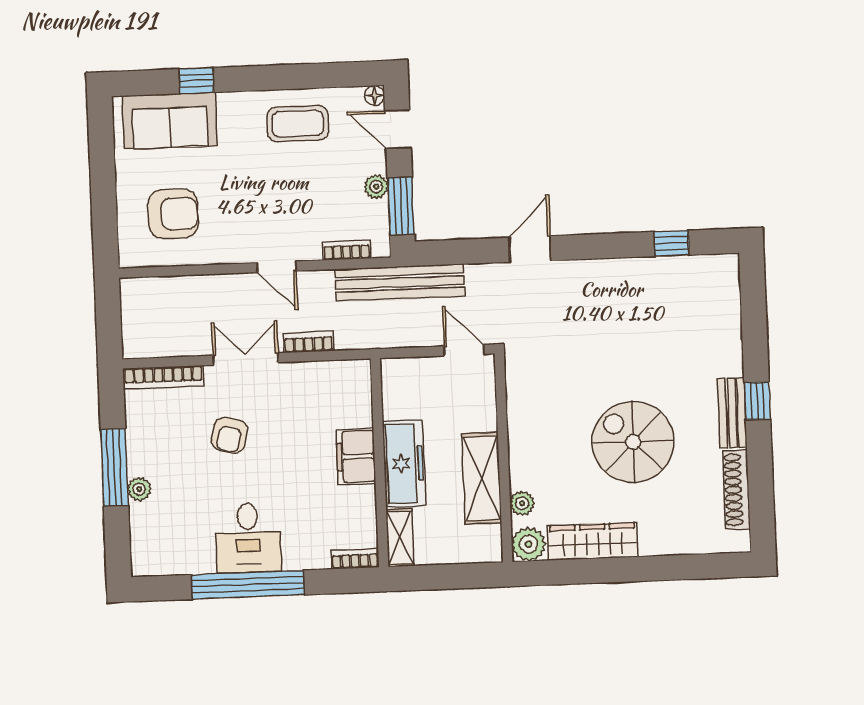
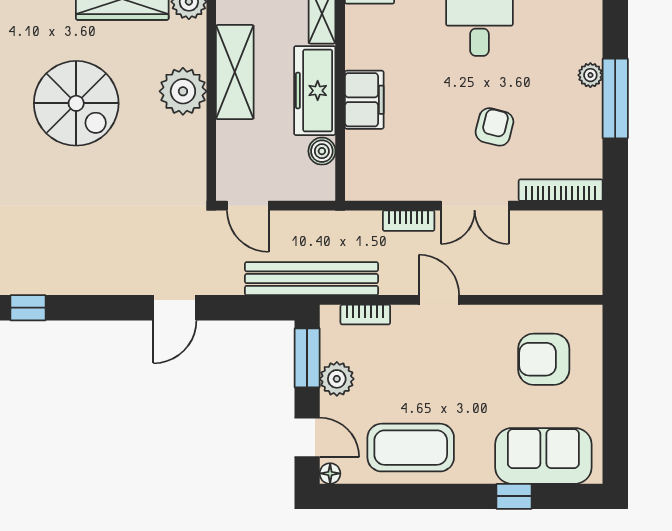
coffee table: (298, 124) -> (411, 448), width x1.36, depth x1.32
plant: (376, 187) -> (337, 379), width x1.38, depth x1.38
boiler: (395, 405) -> (322, 151), added
plant: (522, 503) -> (183, 91), moved, width x1.87, depth x1.87

